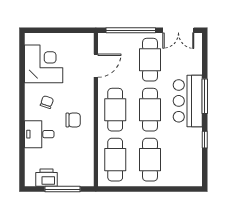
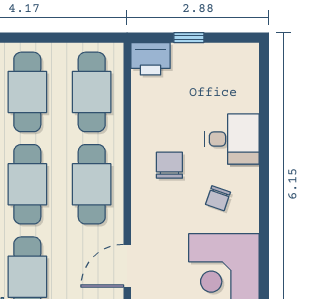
chair: (73, 120) -> (169, 165), turned 90
printer: (46, 178) -> (151, 59), moved
window: (63, 189) -> (189, 38), width x0.46

